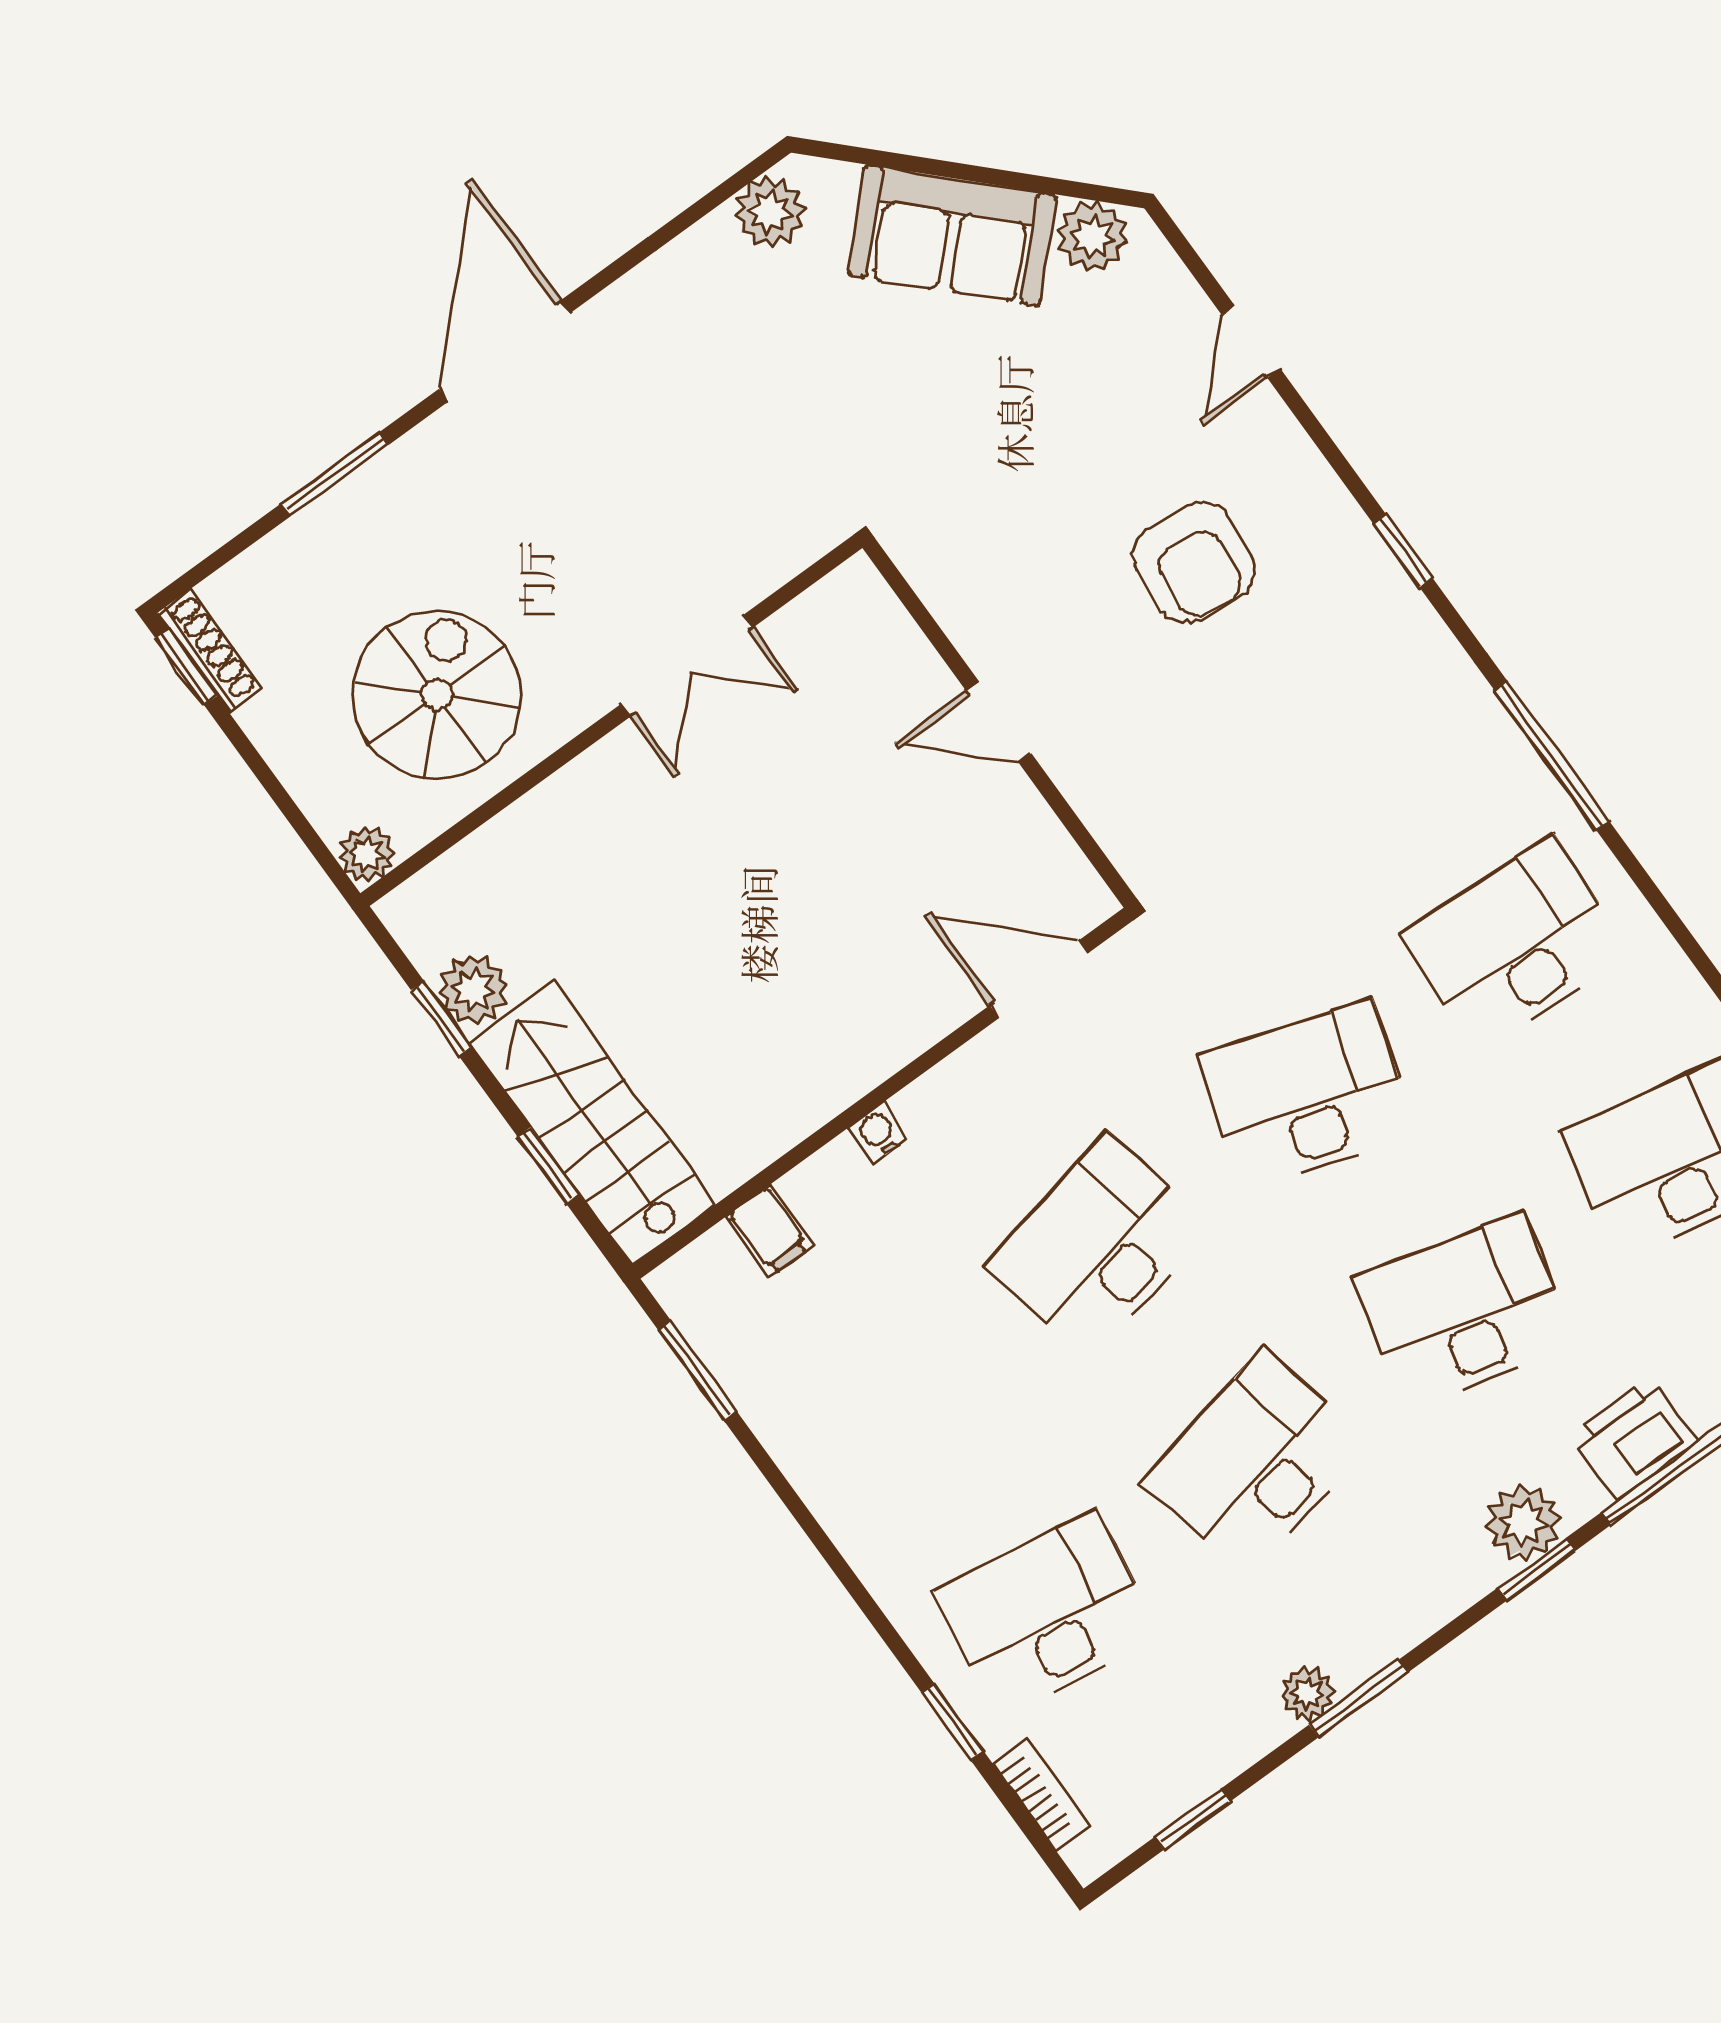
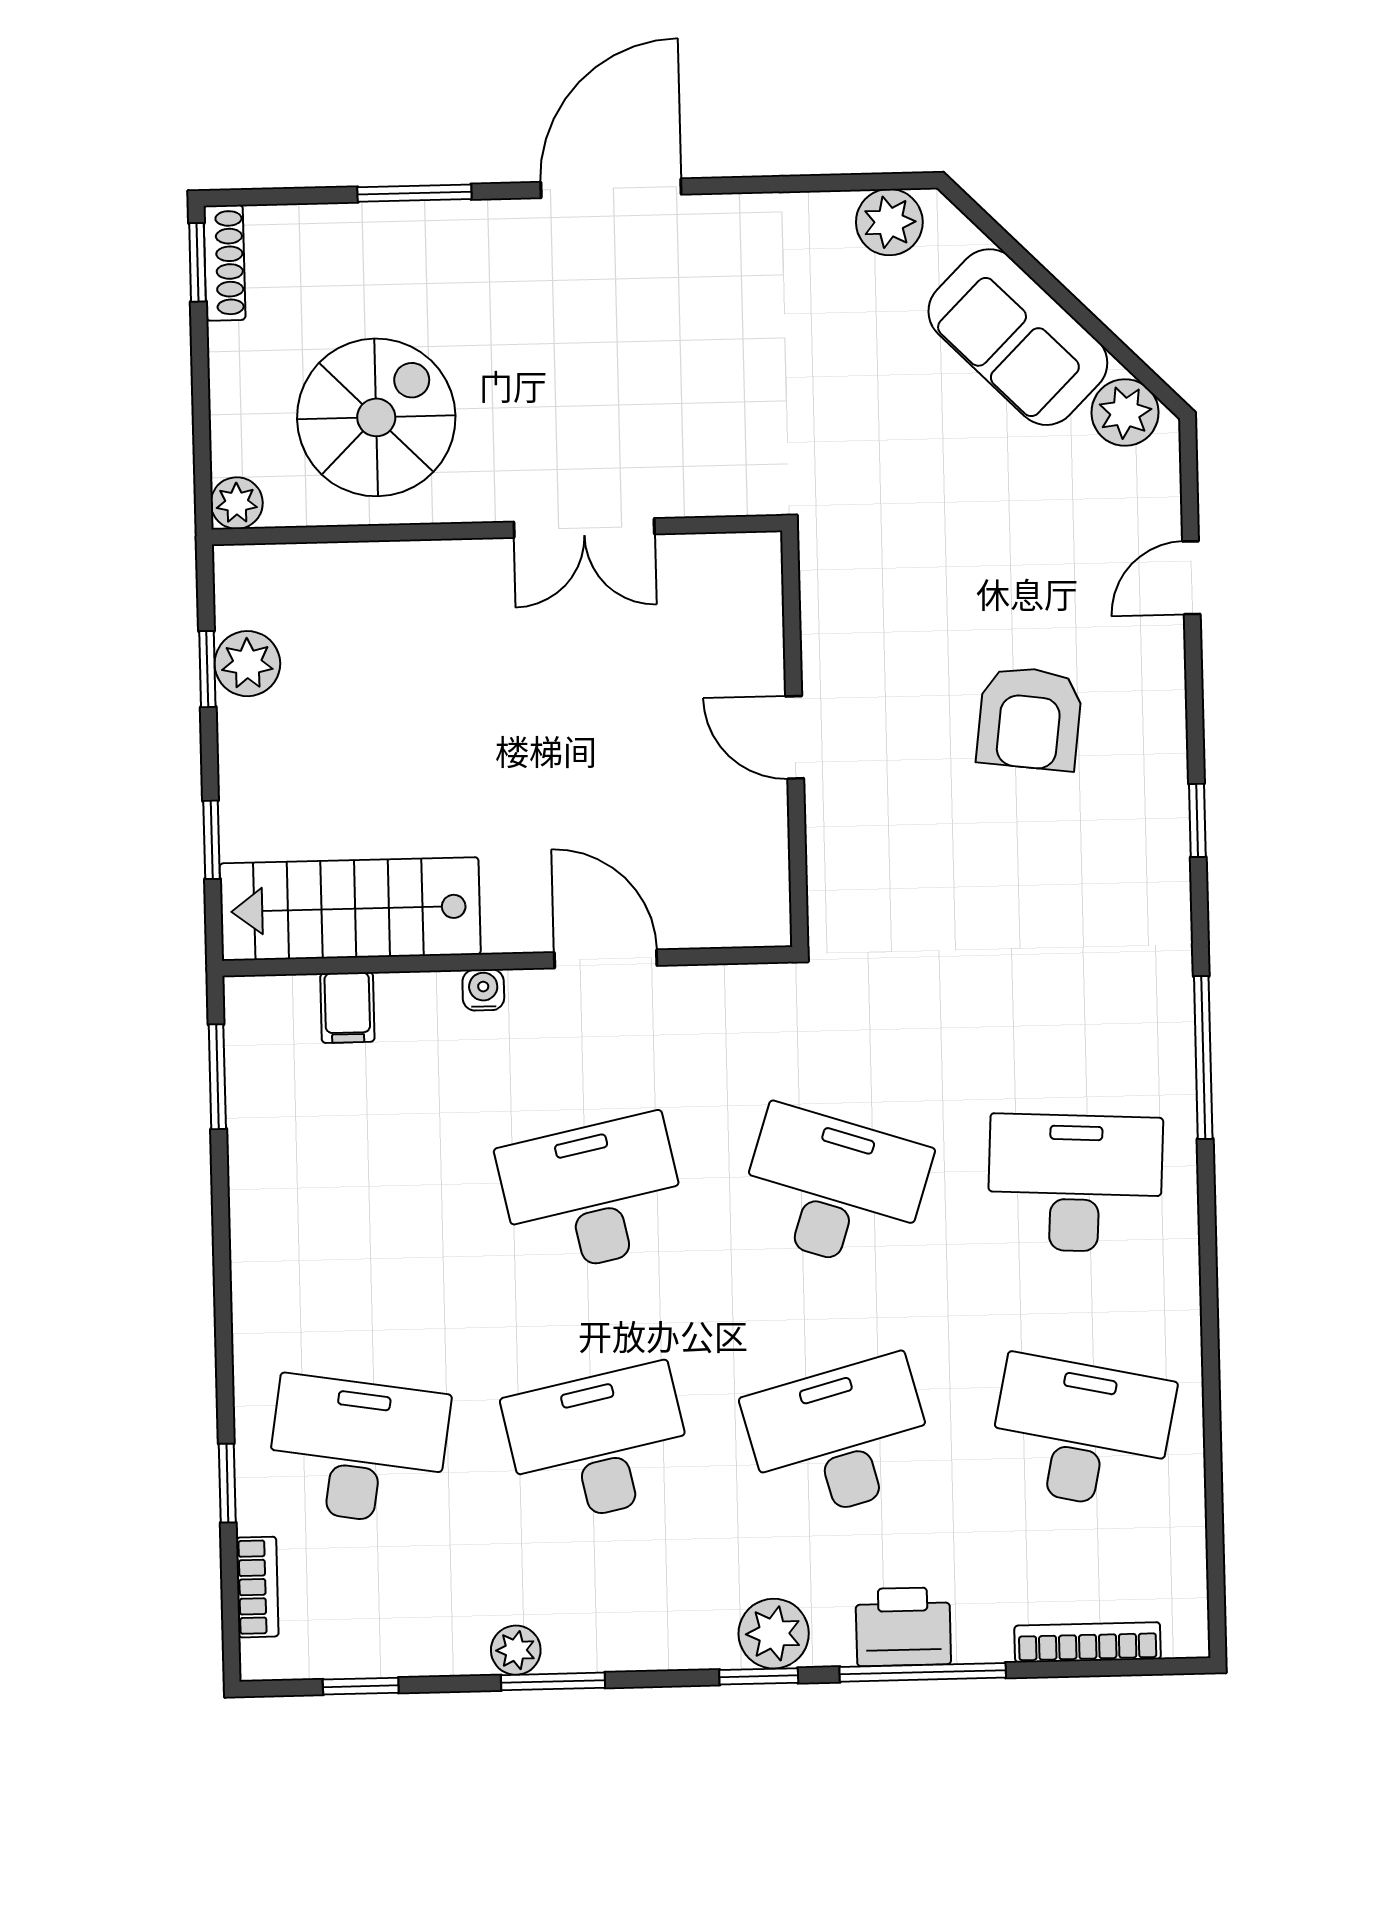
door: (1039, 979) -> (606, 959), moved
stairs: (592, 1123) -> (350, 909), moved, turned -90
desk: (1464, 1311) -> (840, 1439), turned -30

